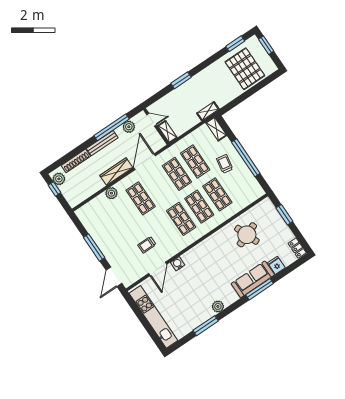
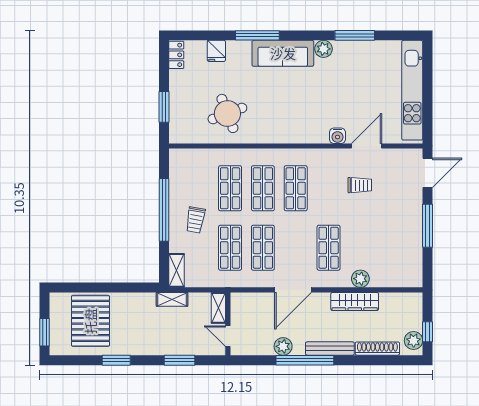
window: (235, 44) -> (116, 360), moved
door: (152, 120) -> (228, 336), moved
wall: (156, 126) -> (228, 324), moved
shelving: (167, 132) -> (218, 308), moved
wardrobe: (116, 172) -> (355, 301), moved
sofa: (253, 279) -> (283, 53), moved

